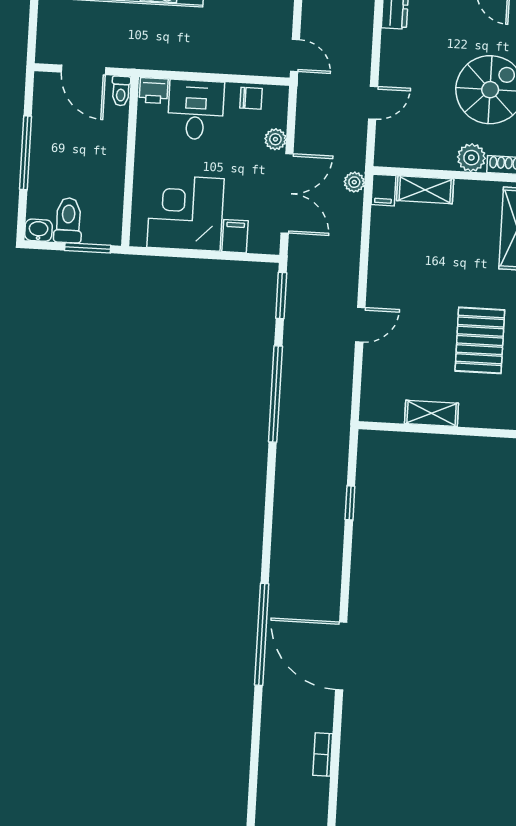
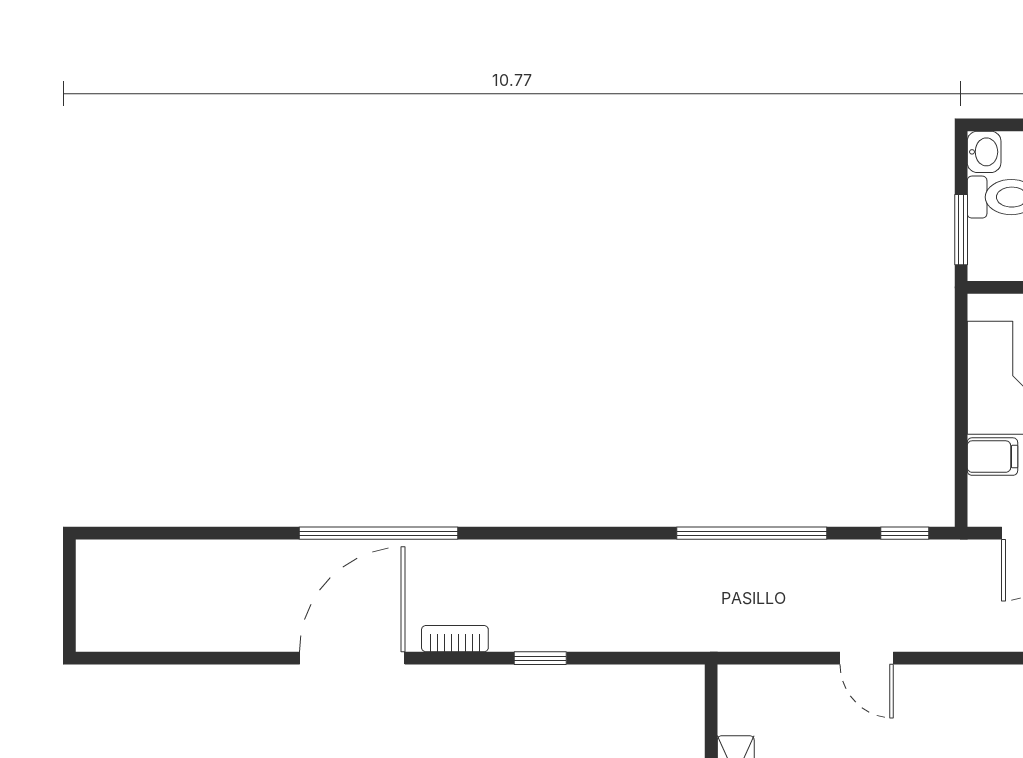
window: (281, 295) -> (905, 533), width x0.67
window: (350, 503) -> (540, 658), moved
bookcase: (323, 754) -> (455, 639), moved

